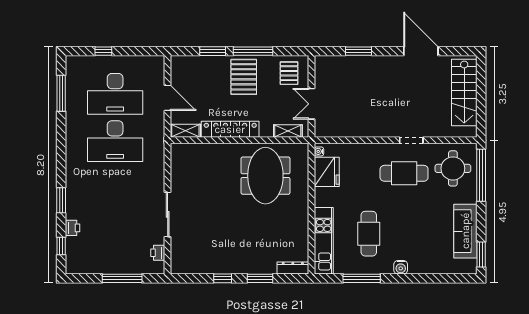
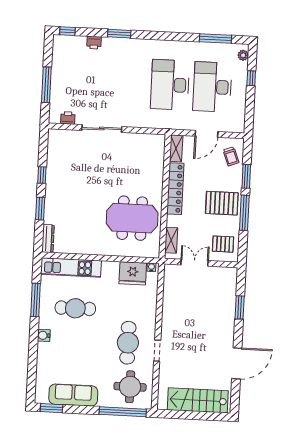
plant: (78, 61) -> (243, 55), added
trolley: (191, 69) -> (231, 156), added
window: (61, 246) -> (67, 31), moved

